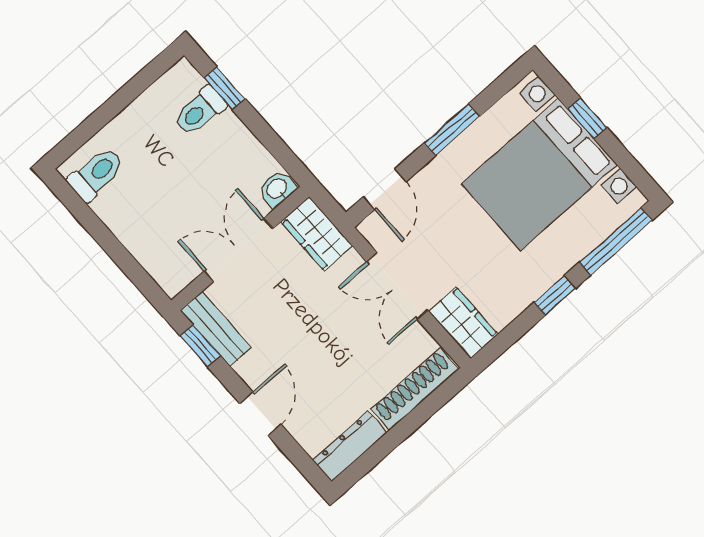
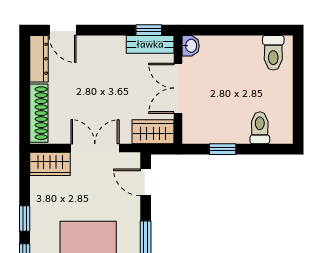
window: (225, 88) -> (223, 149), moved
washbasin: (277, 189) -> (191, 46), moved
double door: (239, 250) -> (178, 88), swing flipped
door: (260, 414) -> (63, 30), moved

